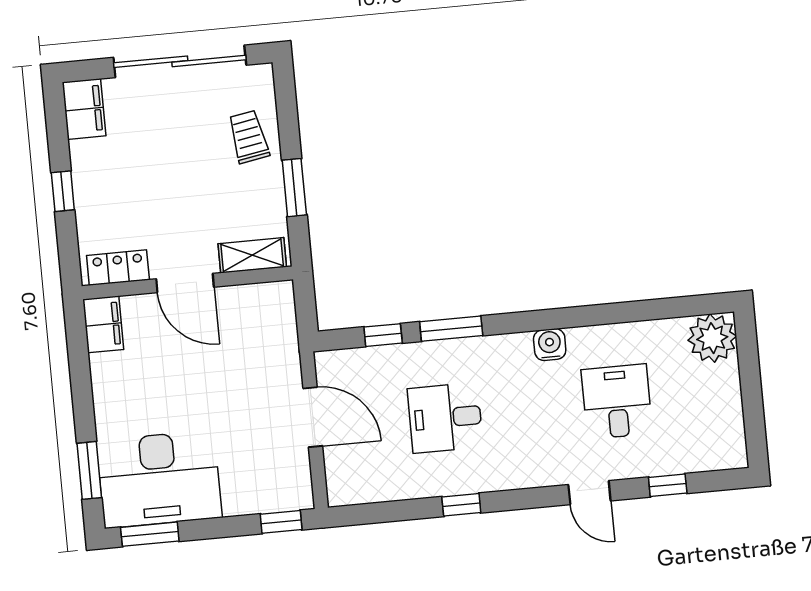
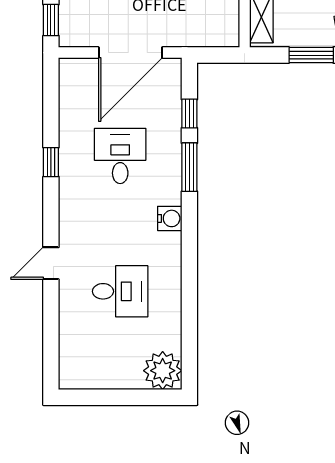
water cooler: (550, 345) -> (170, 218), moved
door: (313, 417) -> (130, 53), width x1.36
window: (668, 485) -> (51, 325), removed

